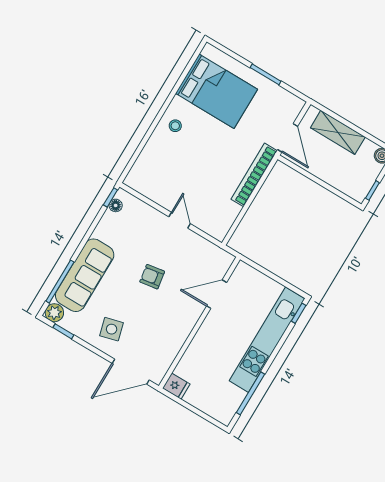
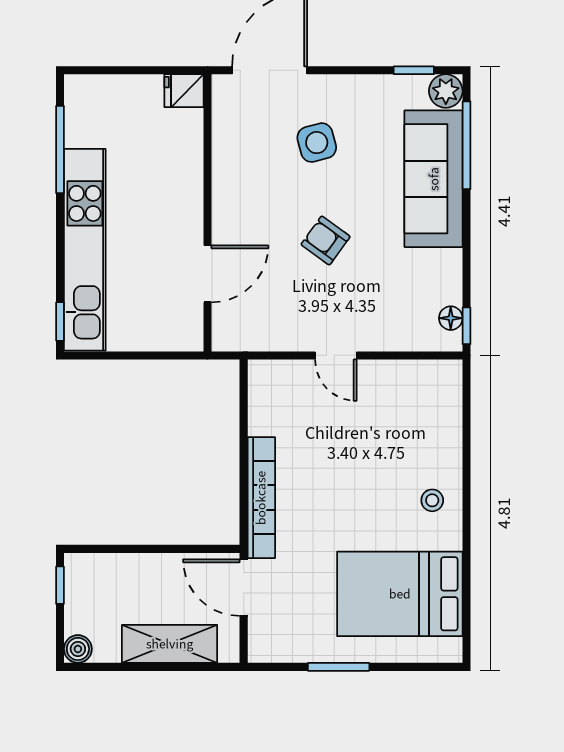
armchair: (152, 277) -> (326, 240), turned -135
side table: (112, 329) -> (317, 143), moved

